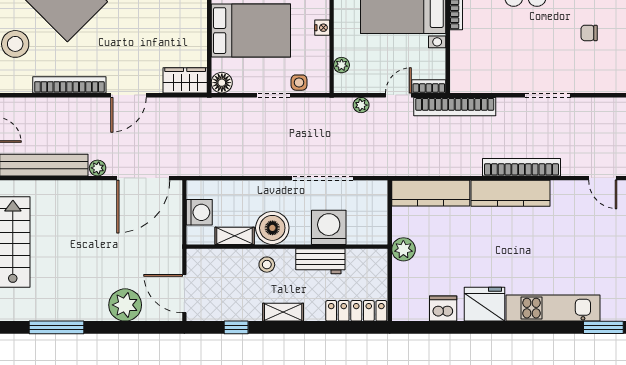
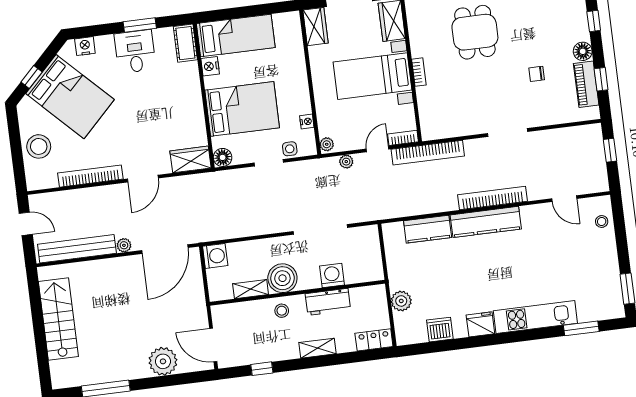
nightstand: (322, 28) -> (307, 121), moved
plant: (342, 65) -> (327, 144), moved
kitchen counter: (431, 193) -> (428, 229), width x0.67
washing machine: (199, 212) -> (215, 256), moved
washing machine: (329, 227) -> (332, 275), width x0.73, depth x0.73
plant: (403, 249) -> (401, 301), moved
fridge: (484, 304) -> (480, 324), width x0.73, depth x0.75
locker: (356, 311) -> (374, 340), width x0.66
shelving: (283, 312) -> (317, 348), moved

